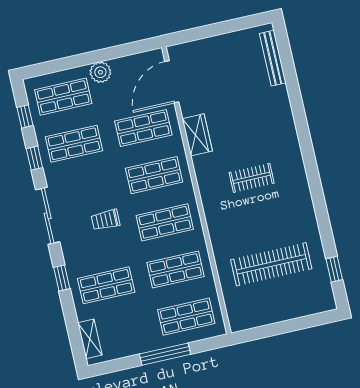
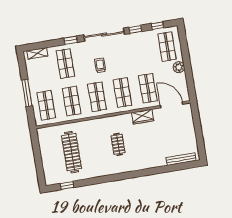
shop shelf: (74, 144) -> (142, 51), removed
sliding door: (48, 216) -> (104, 35), width x1.36

